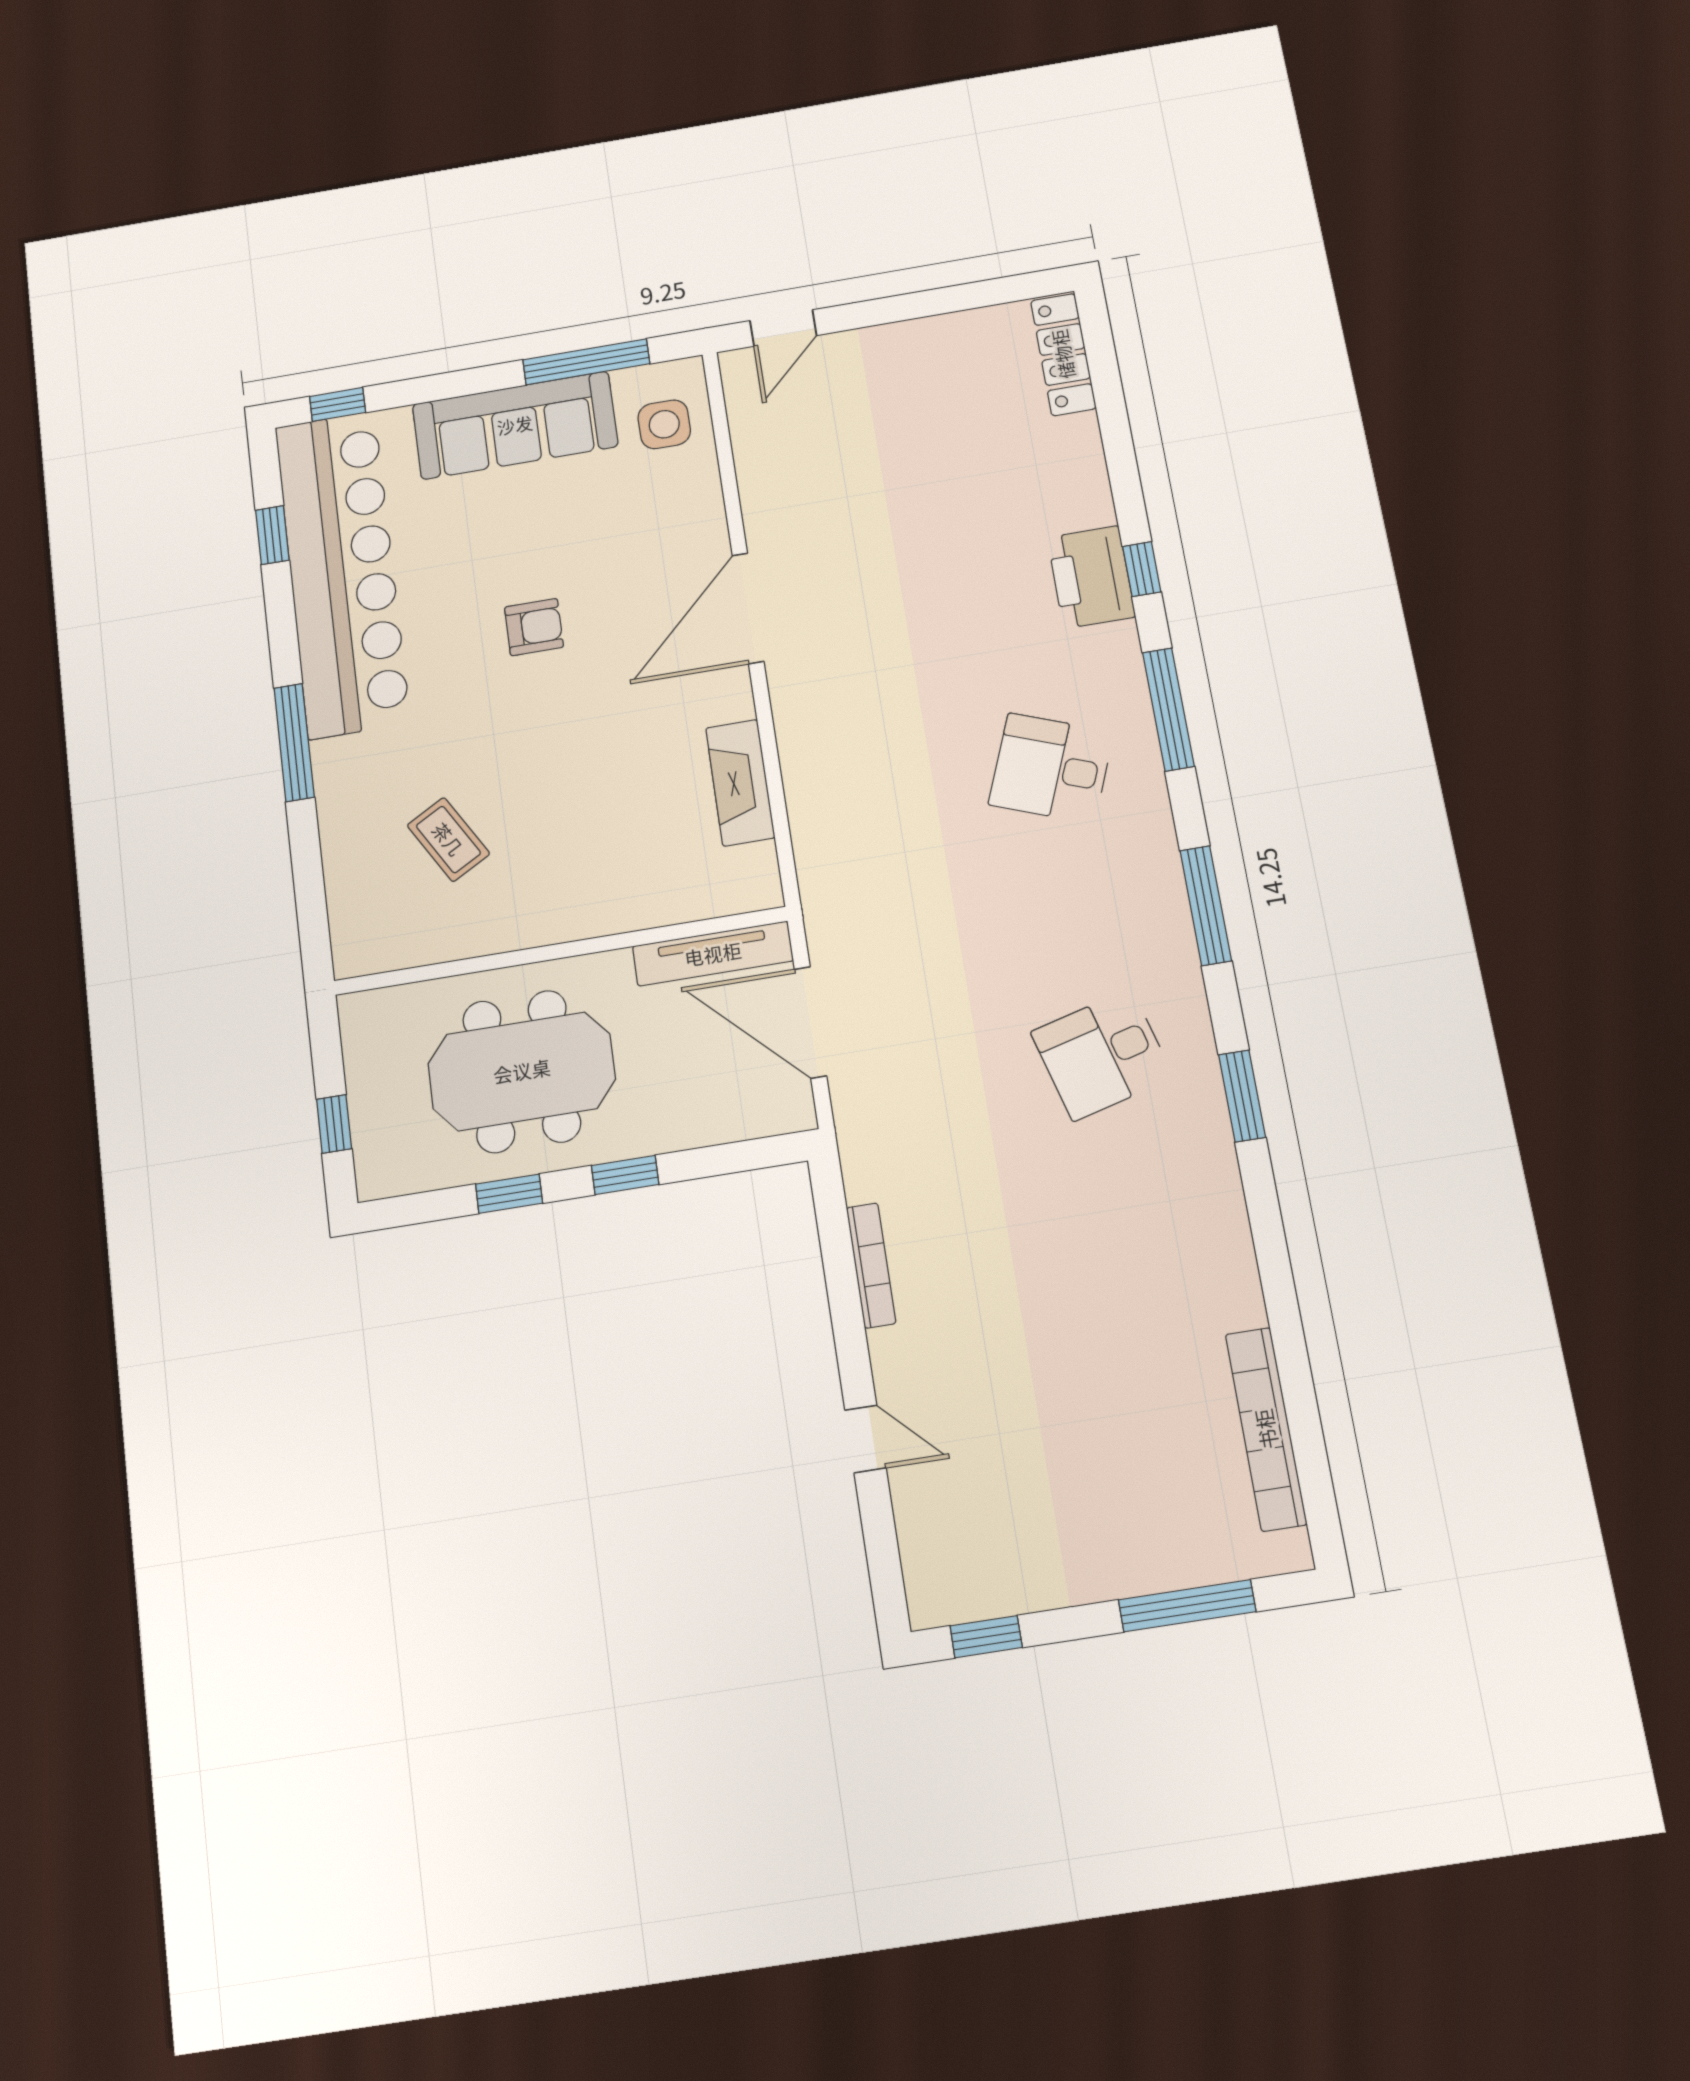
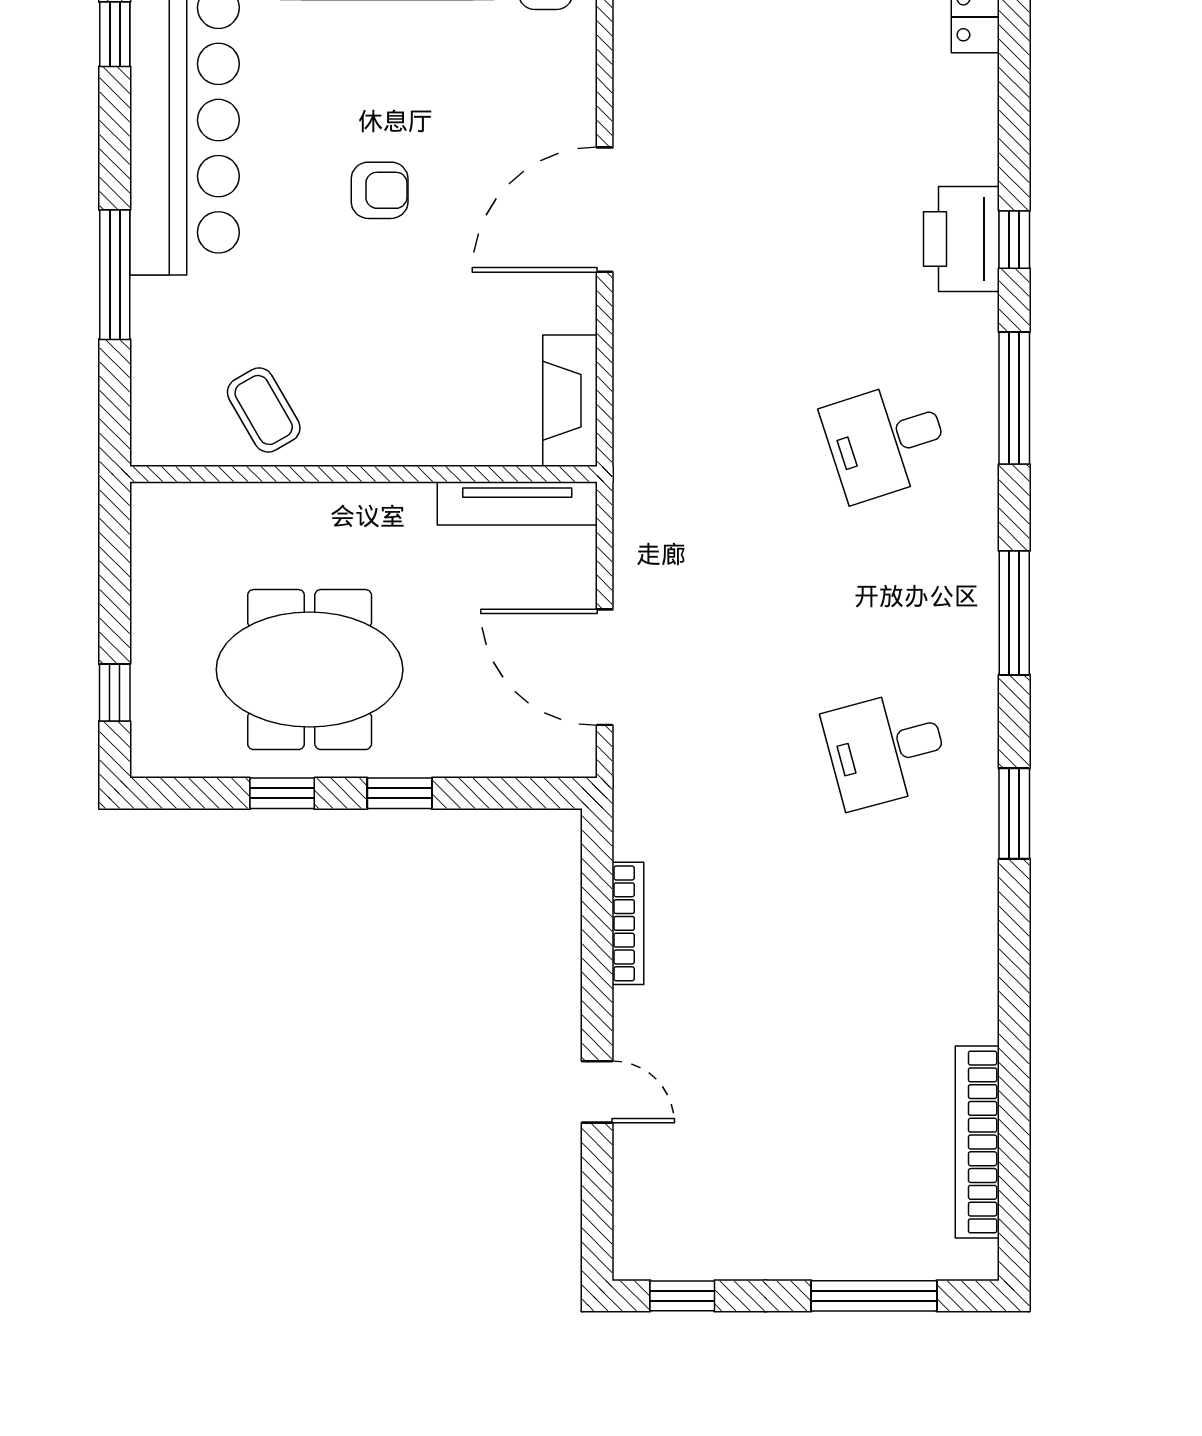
desk: (1051, 768) -> (886, 441), turned -39
wall: (560, 951) -> (363, 474), moved
tv unit: (713, 954) -> (517, 503), moved

